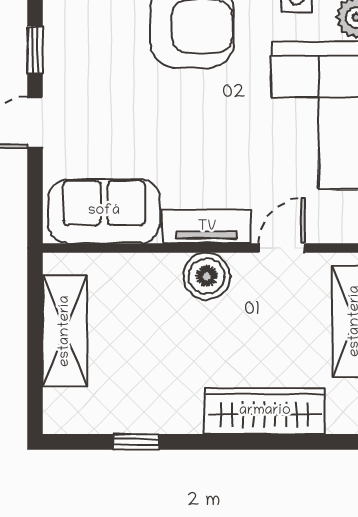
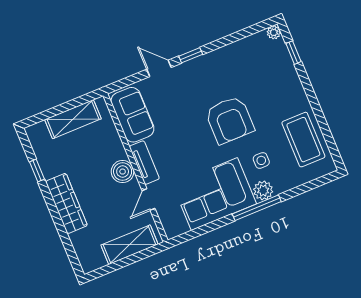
door: (282, 248) -> (149, 199), swing flipped
wardrobe: (265, 411) -> (66, 203), moved

